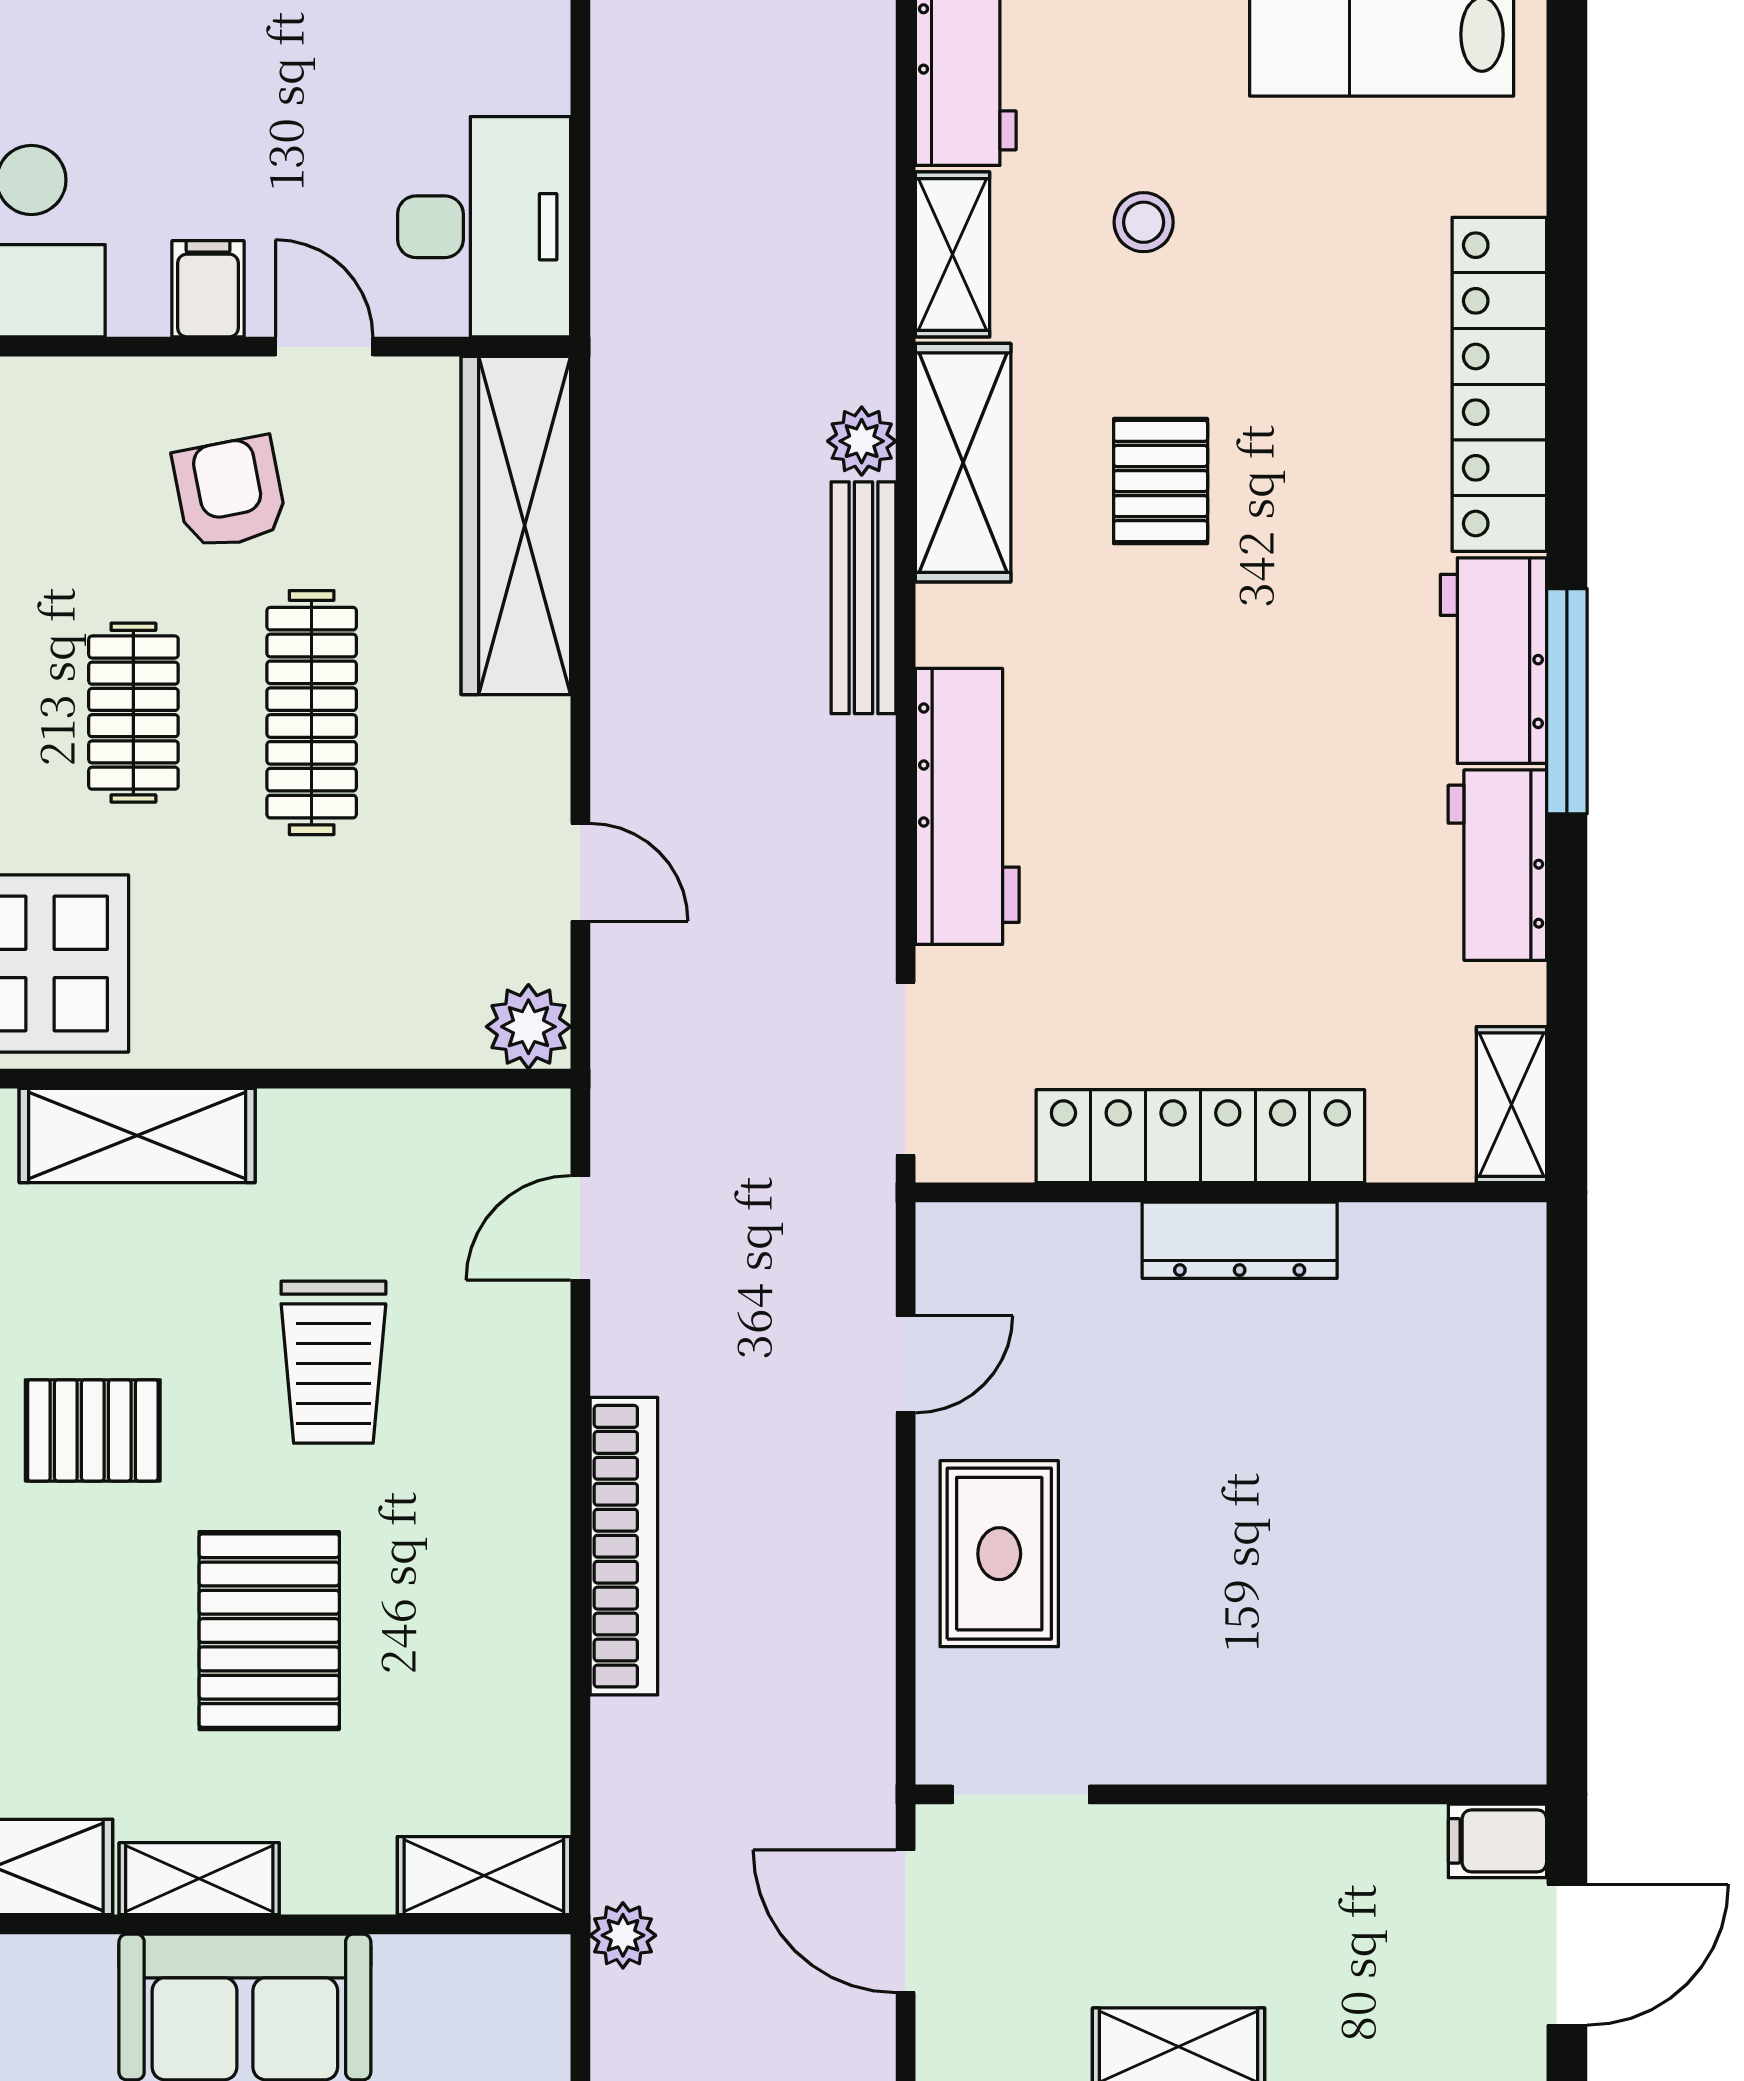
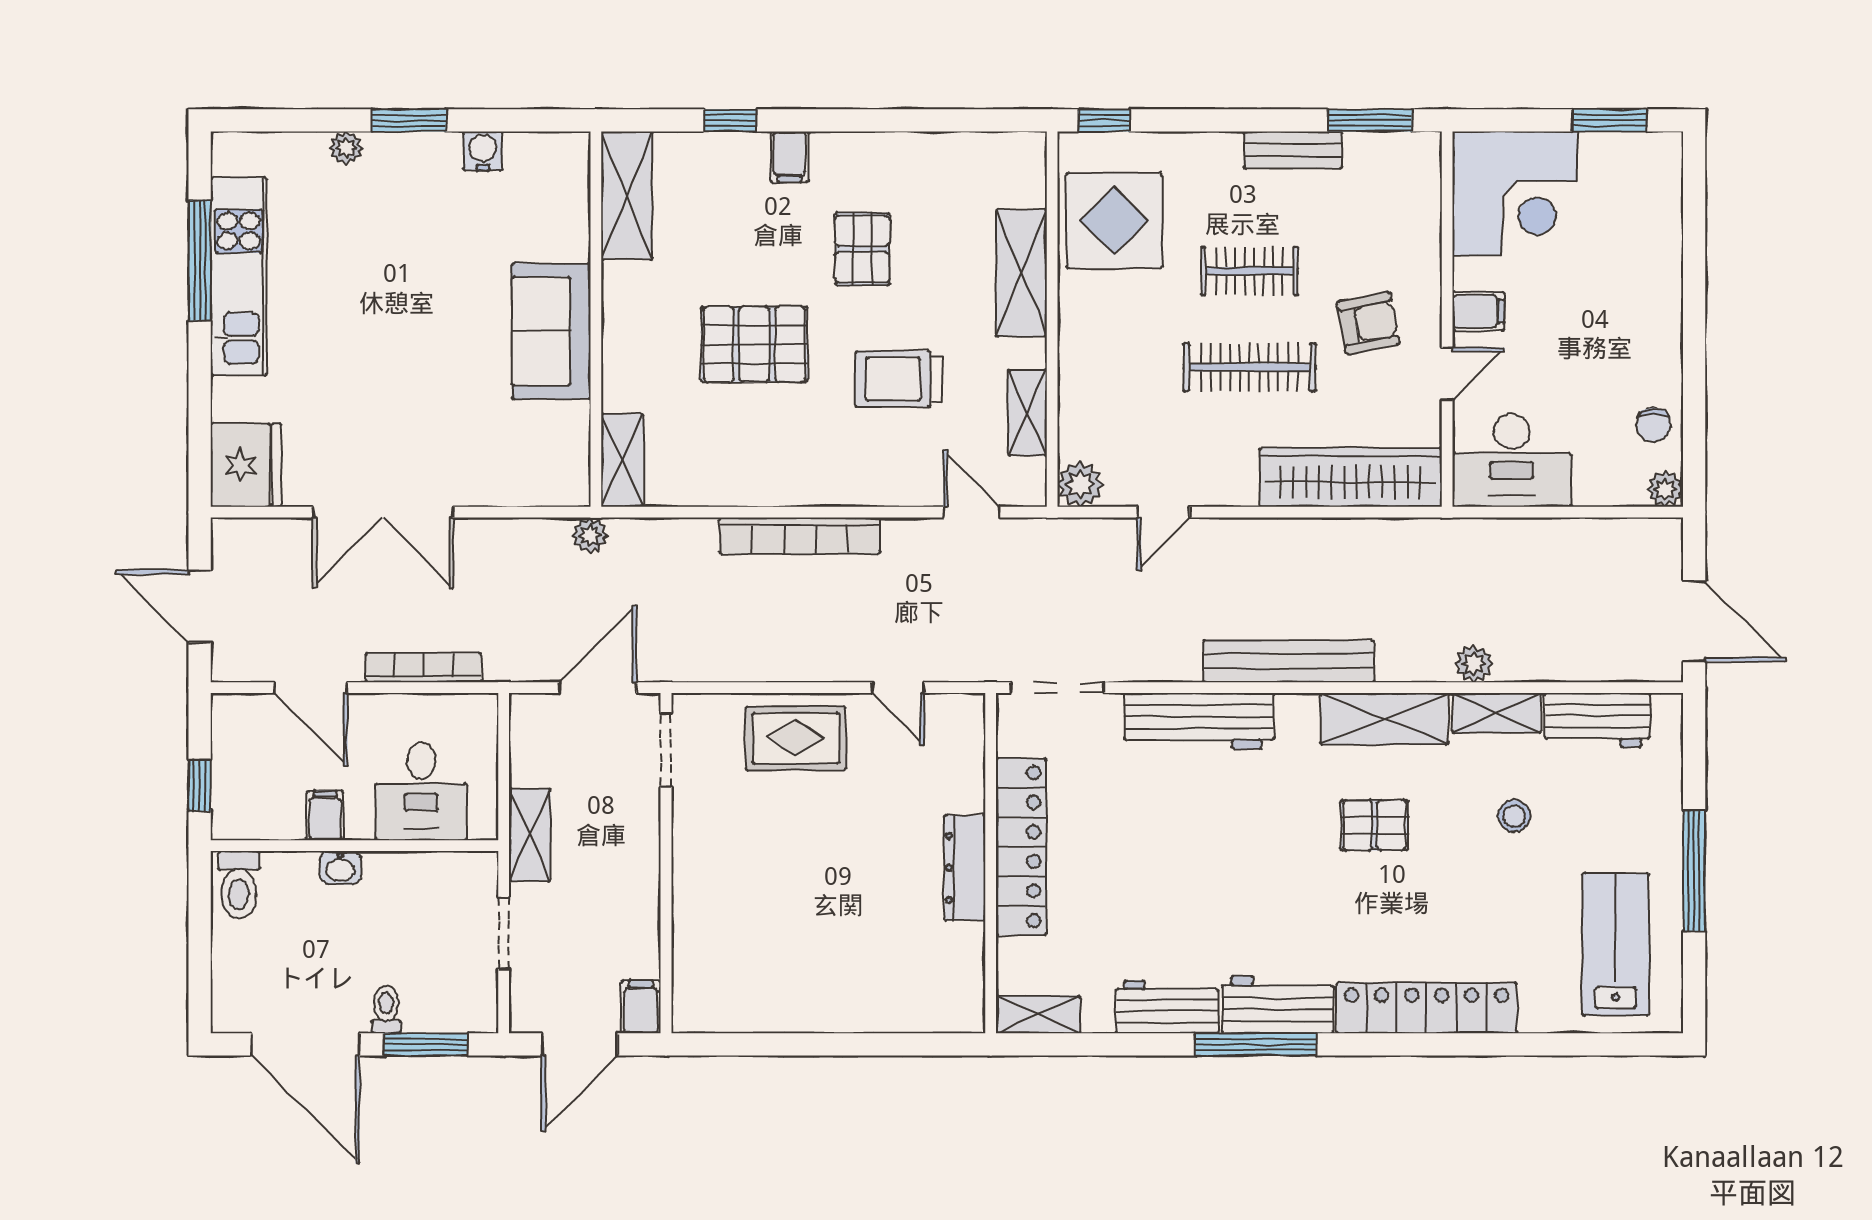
plant: (862, 441) -> (1474, 664), moved
bench: (863, 598) -> (1289, 661), width x1.37, depth x1.21
shelving: (199, 1879) -> (1027, 413), moved
door: (1567, 1955) -> (580, 1044), hinge flipped

